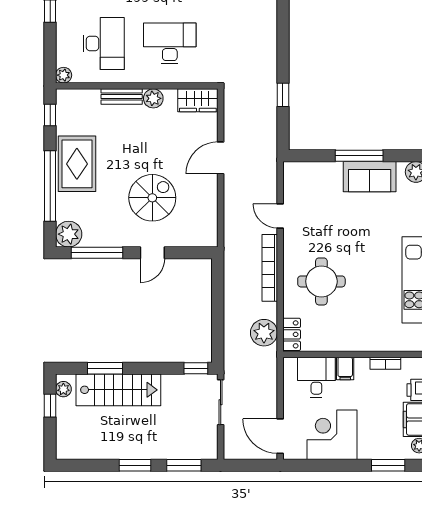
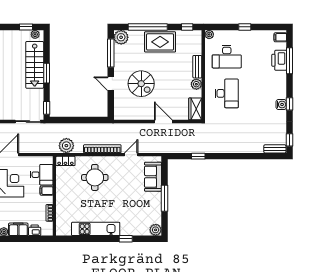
sofa: (370, 177) -> (153, 177), moved
window: (105, 368) -> (47, 73), moved

